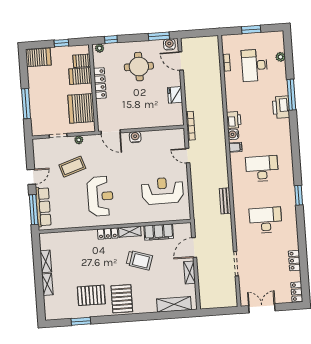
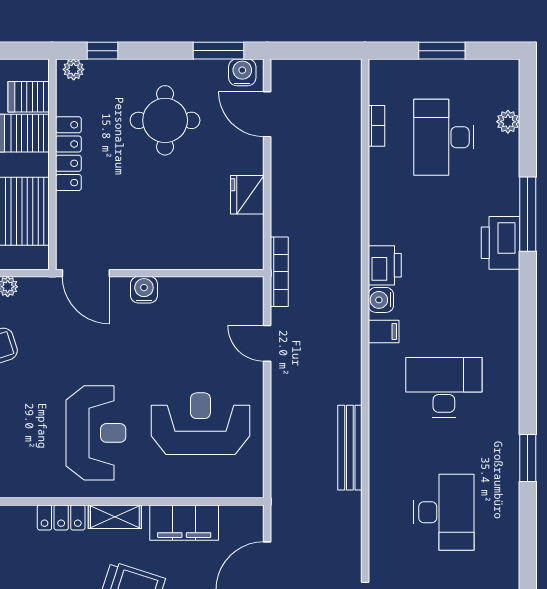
reception desk: (100, 196) -> (96, 433), moved
bench: (225, 201) -> (350, 448), width x1.36
desk: (266, 220) -> (444, 512), turned 90

